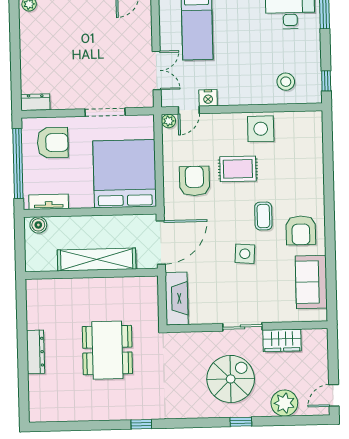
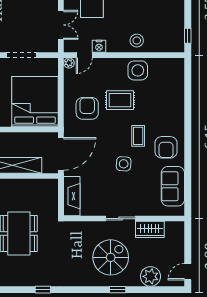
stool: (286, 82) -> (137, 41), moved

